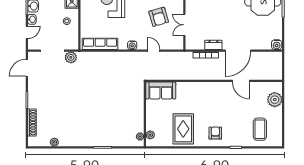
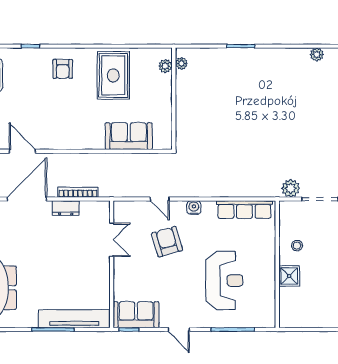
armchair: (159, 17) -> (167, 242), moved
sofa: (161, 90) -> (129, 136), moved

